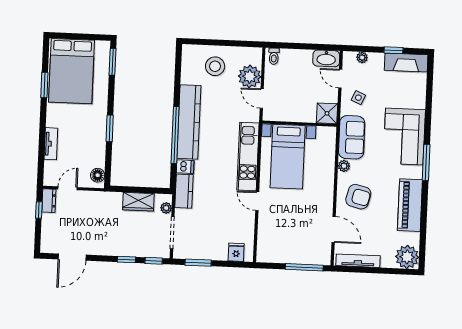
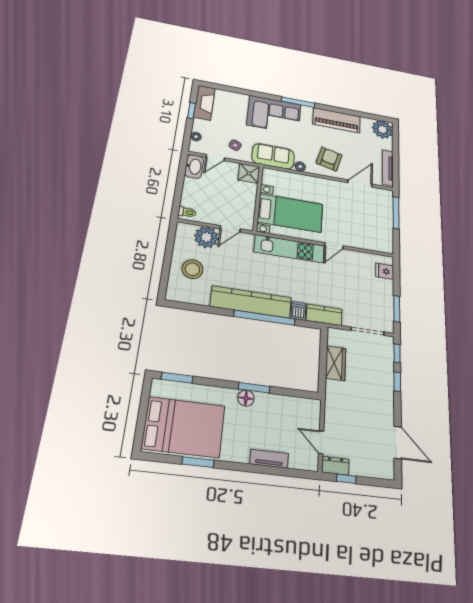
floor lamp: (98, 175) -> (246, 398), moved
plant: (166, 208) -> (342, 335), removed

